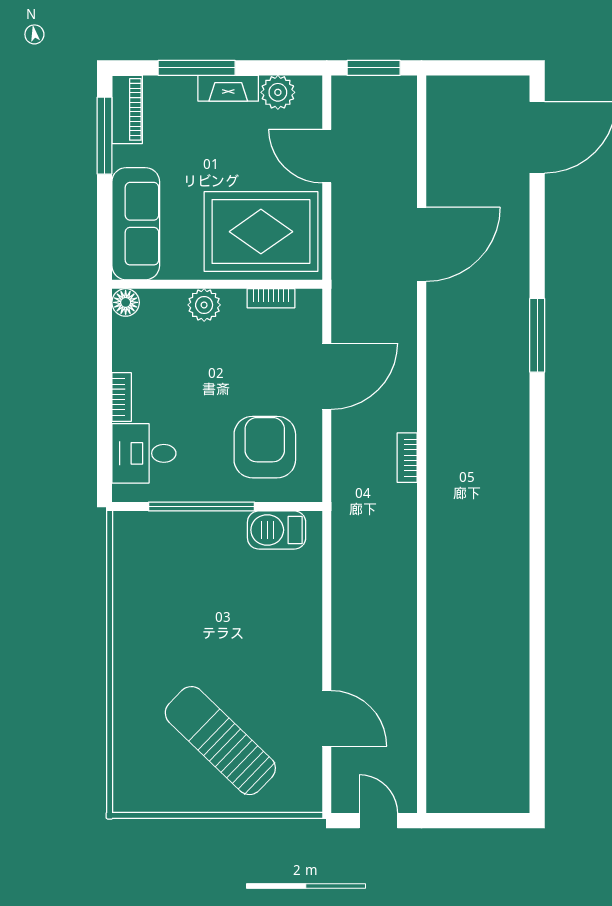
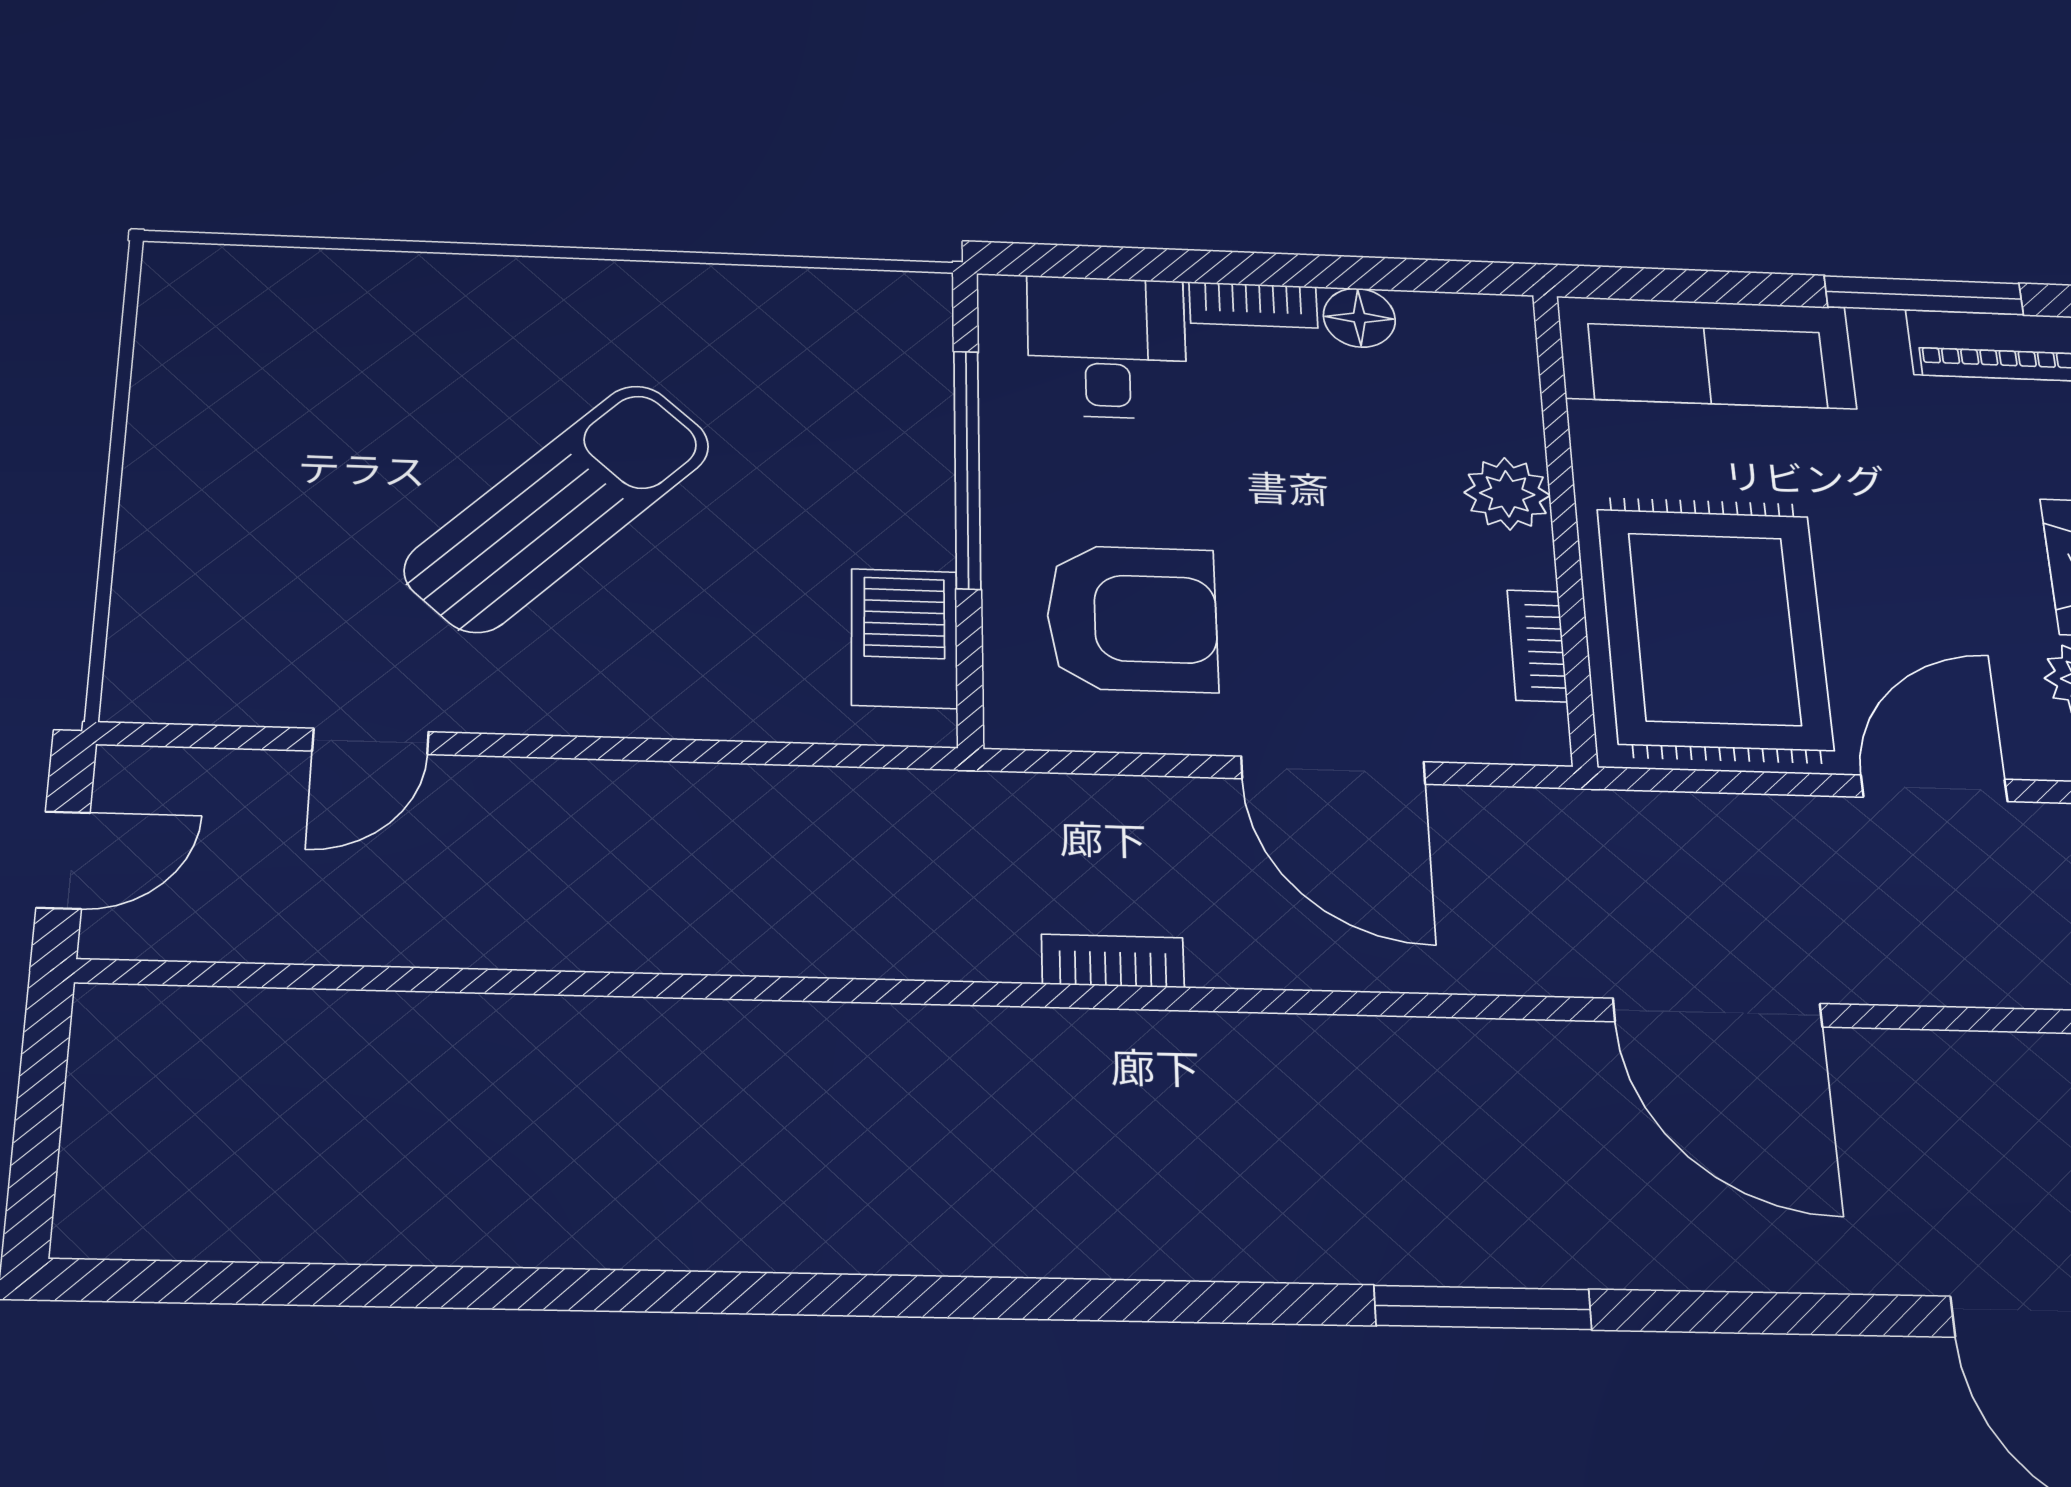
floor lamp: (126, 302) -> (1359, 318), moved
door: (327, 718) -> (370, 741), width x0.73
sun lounger: (220, 741) -> (558, 508), moved

